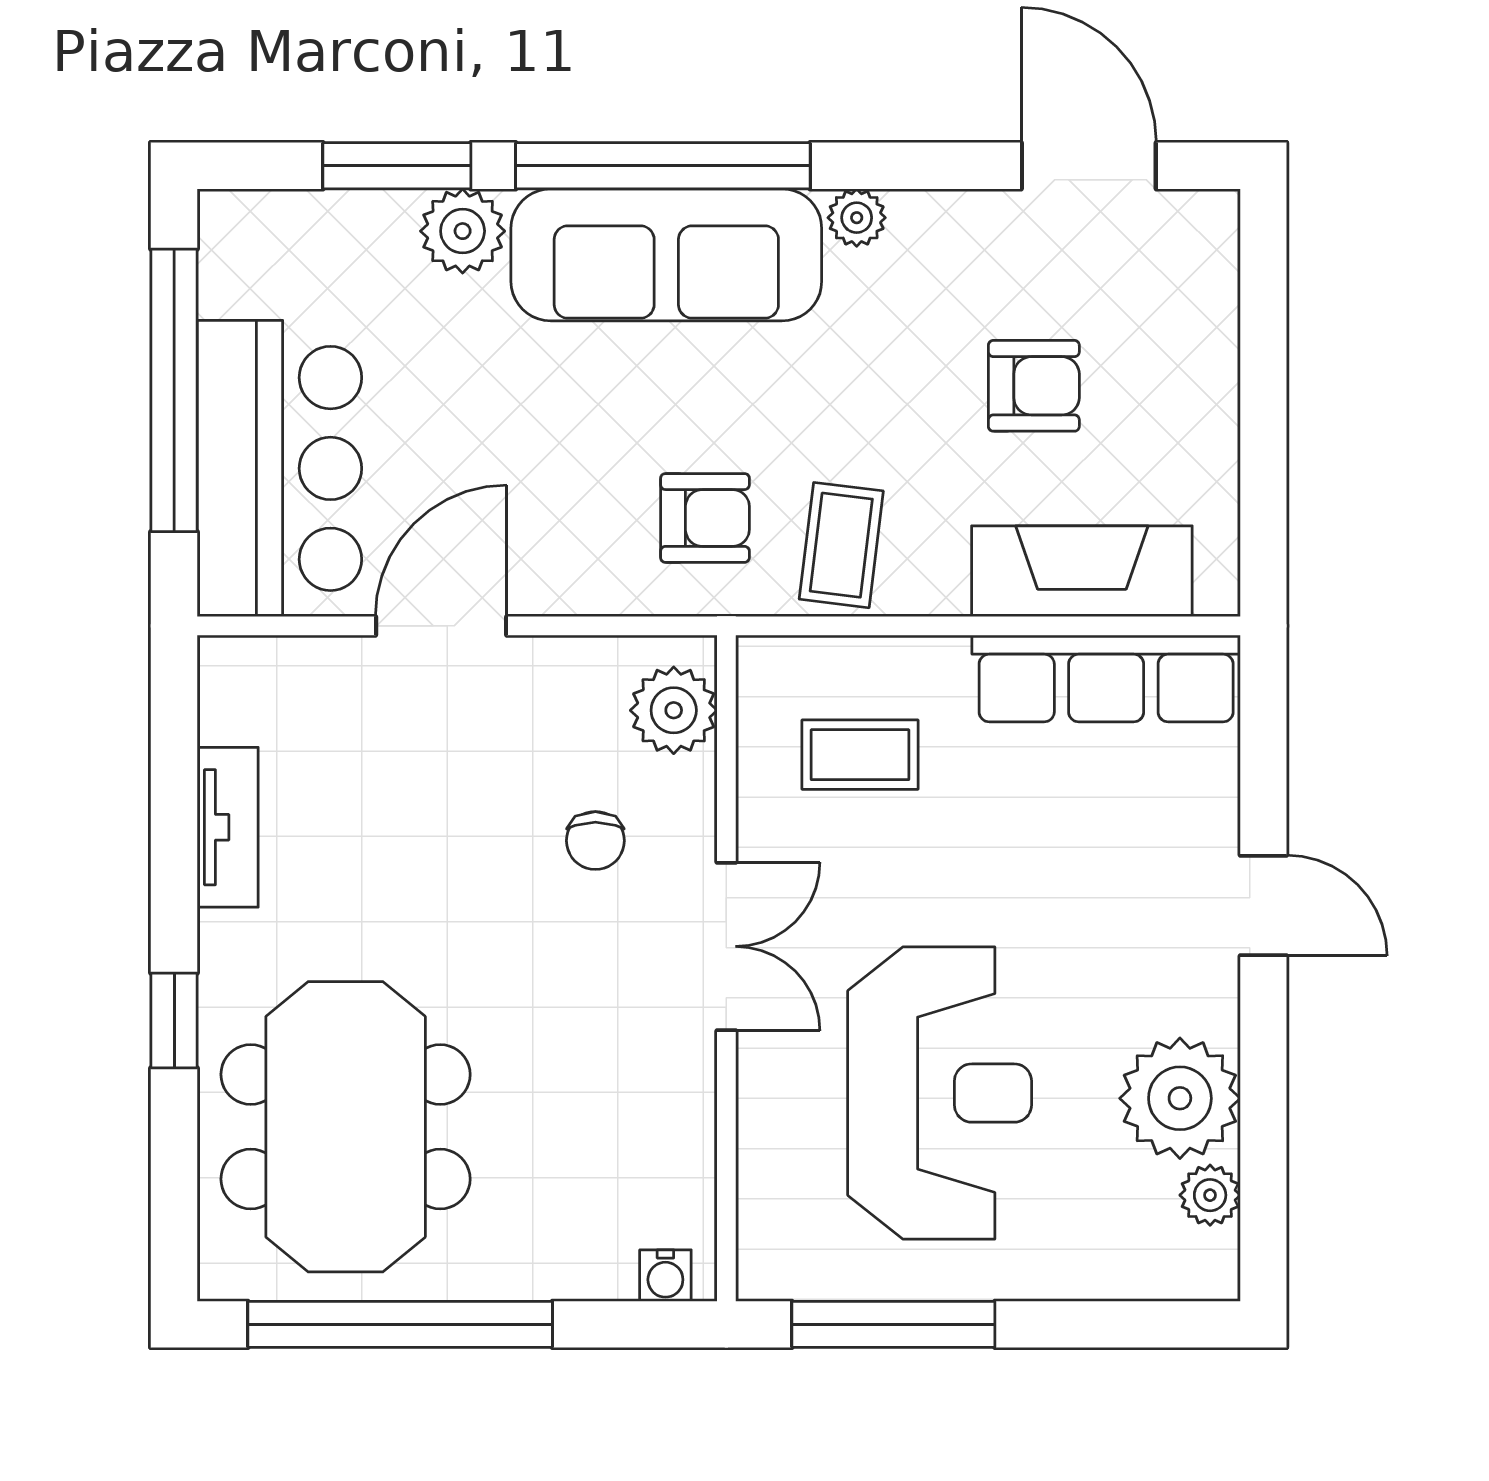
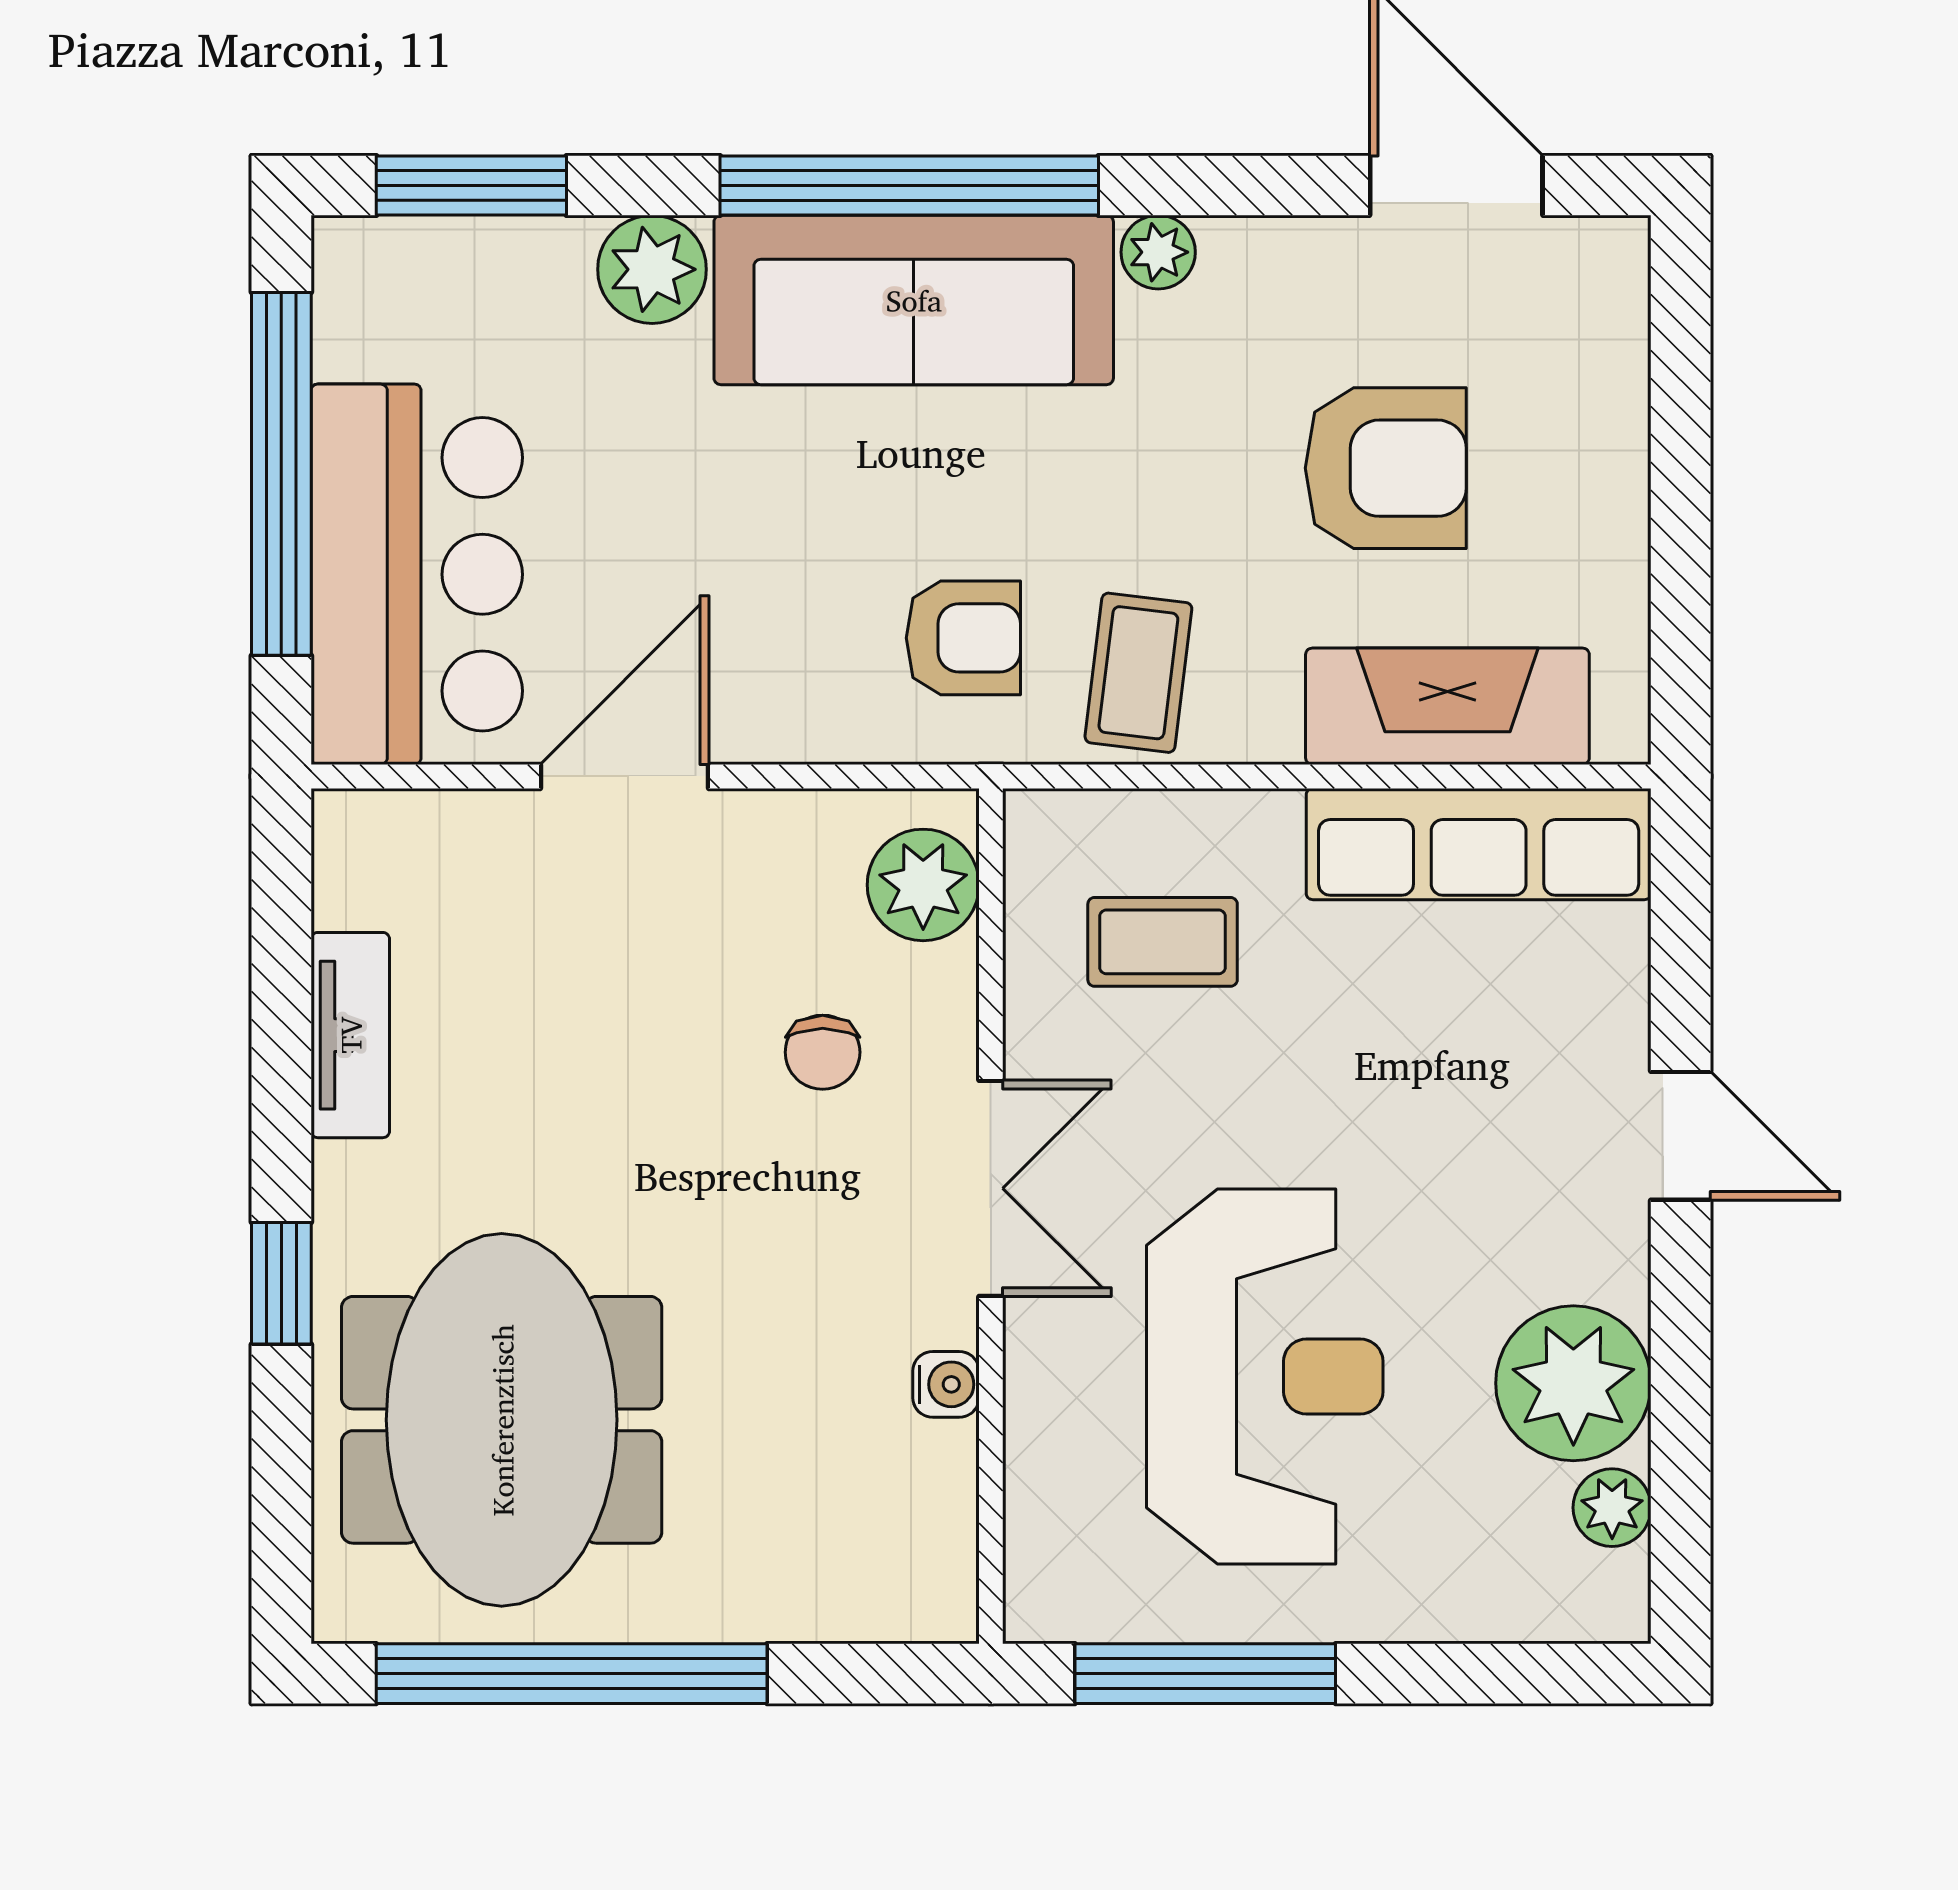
window: (397, 166) -> (471, 185), moved
armchair: (1034, 386) -> (1386, 468), width x1.38, depth x1.38
water cooler: (665, 1276) -> (946, 1384), moved, turned -90

